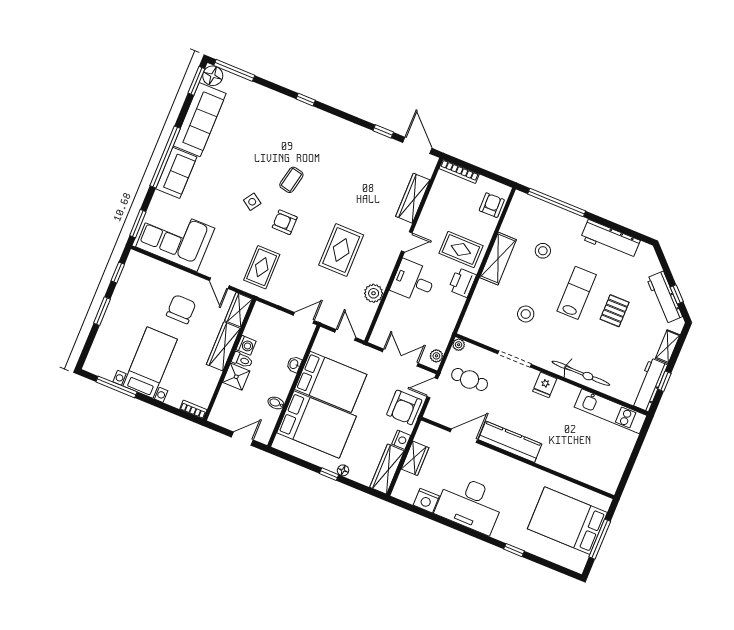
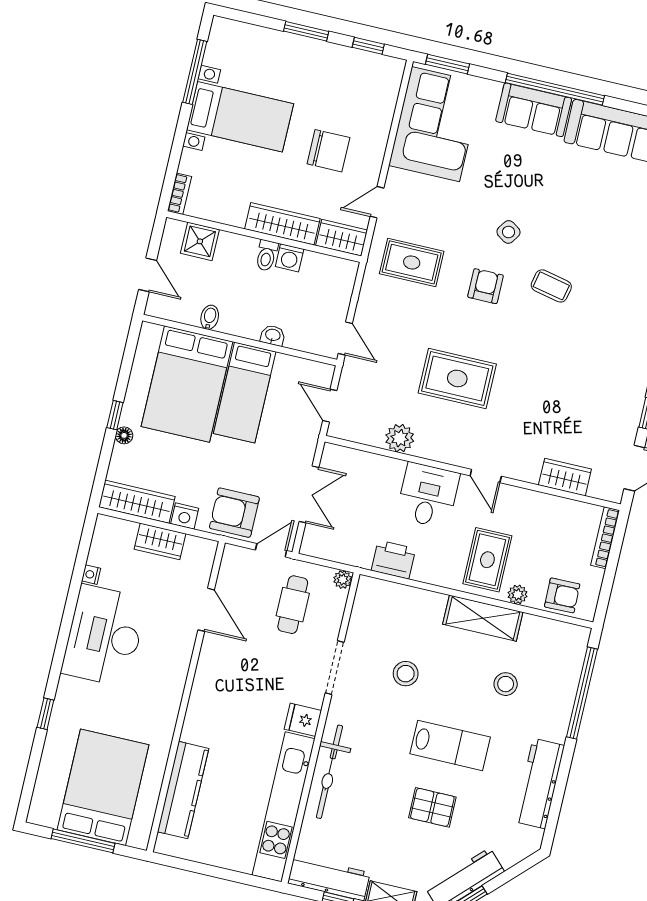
wardrobe: (413, 198) -> (565, 477), width x0.67
printer: (462, 282) -> (393, 559), moved
door: (345, 335) -> (330, 406), swing flipped
plant: (436, 356) -> (518, 595), moved
shower: (236, 377) -> (200, 241), moved
bed: (331, 382) -> (245, 393), width x0.67
door: (432, 388) -> (271, 550), hinge flipped
kitchen unit: (611, 411) -> (284, 807), width x1.36
kitchen counter: (510, 442) -> (183, 790), moved
nightstand: (426, 501) -> (91, 575), width x0.53, depth x0.56

